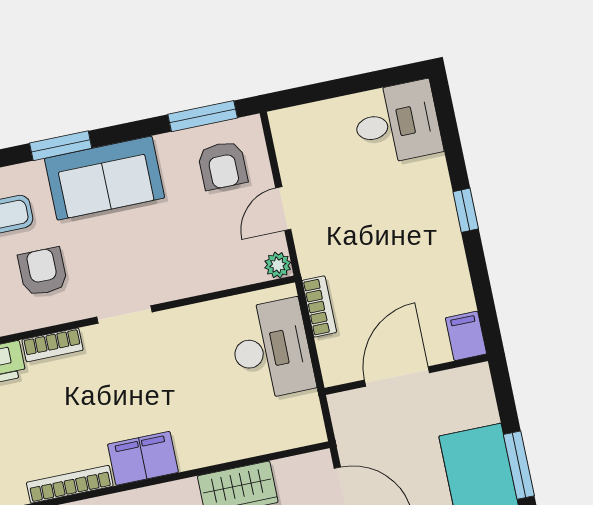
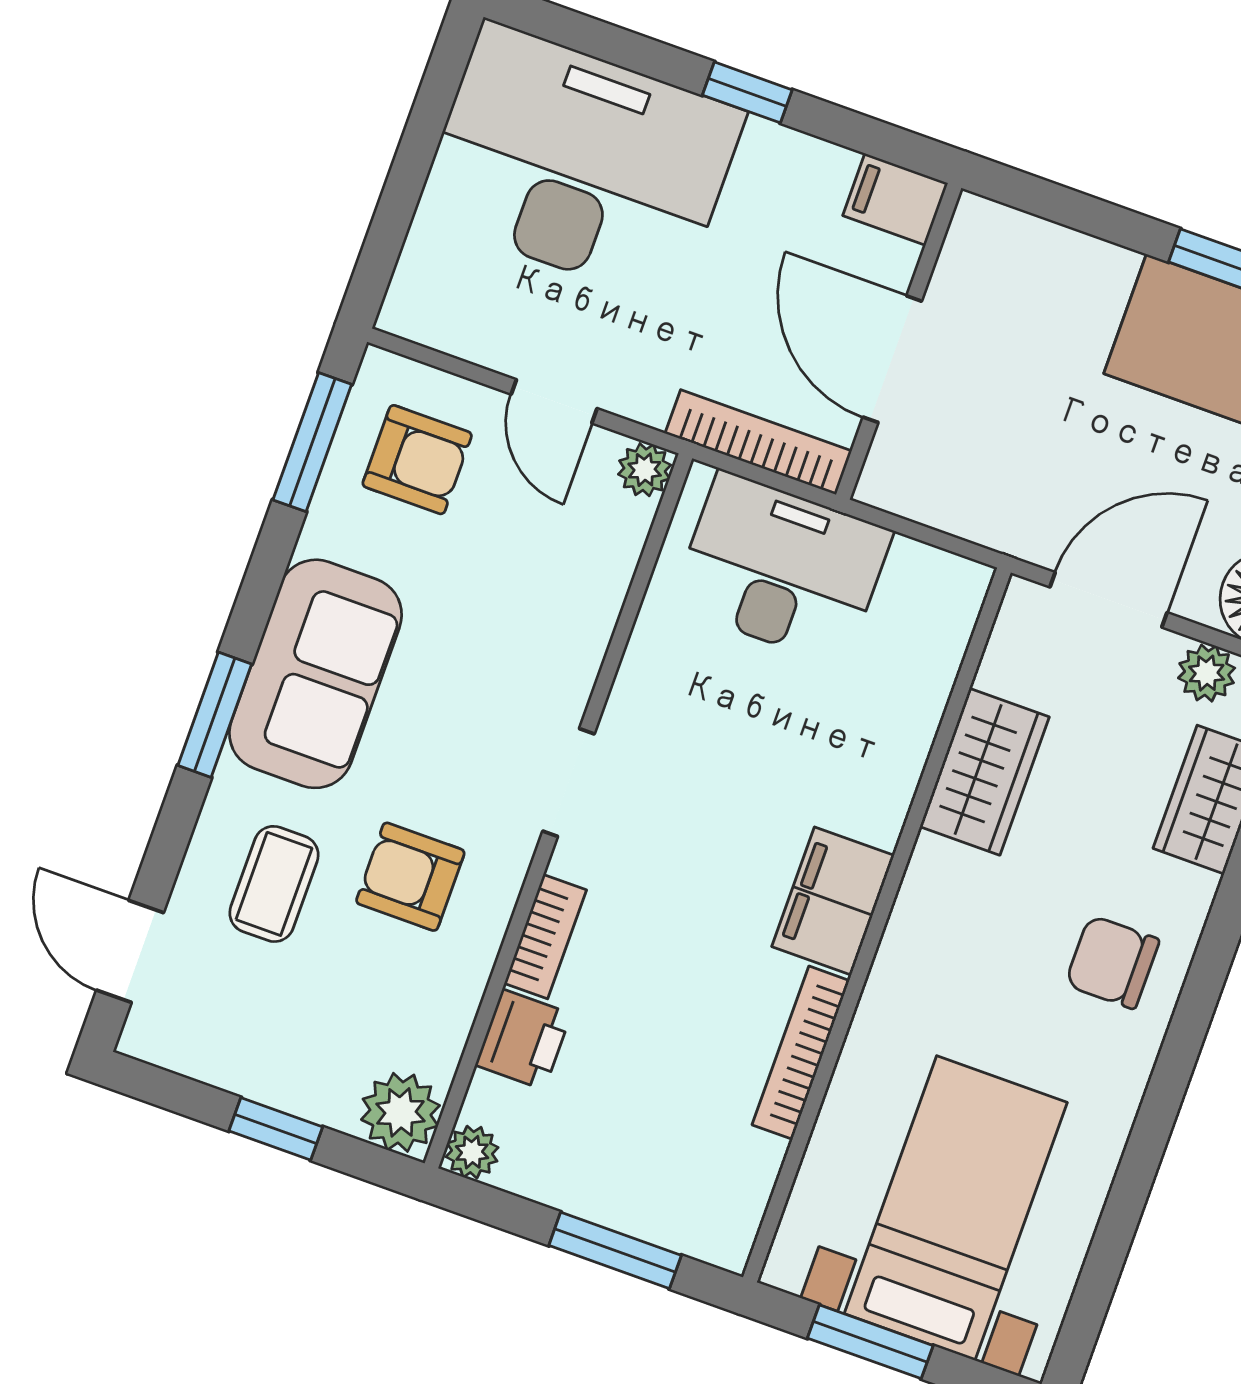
desk: (397, 123) -> (580, 163), width x1.87, depth x1.30
bookcase: (319, 306) -> (758, 442), width x1.56
filing cabinet: (466, 336) -> (895, 199), moved
wall: (406, 375) -> (899, 341), moved
door: (397, 376) -> (892, 359), moved

